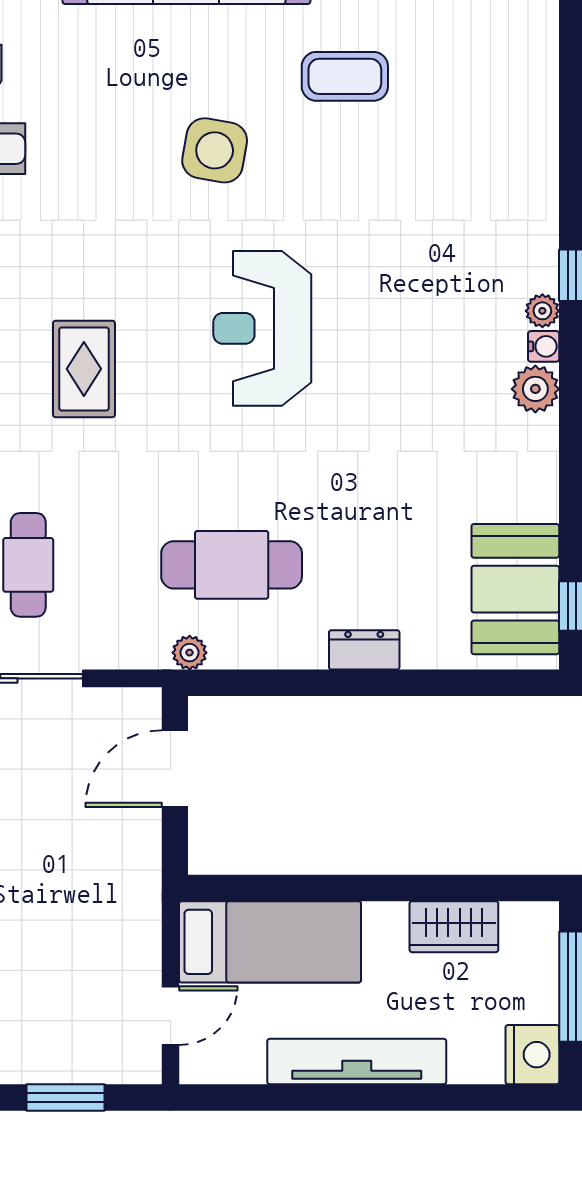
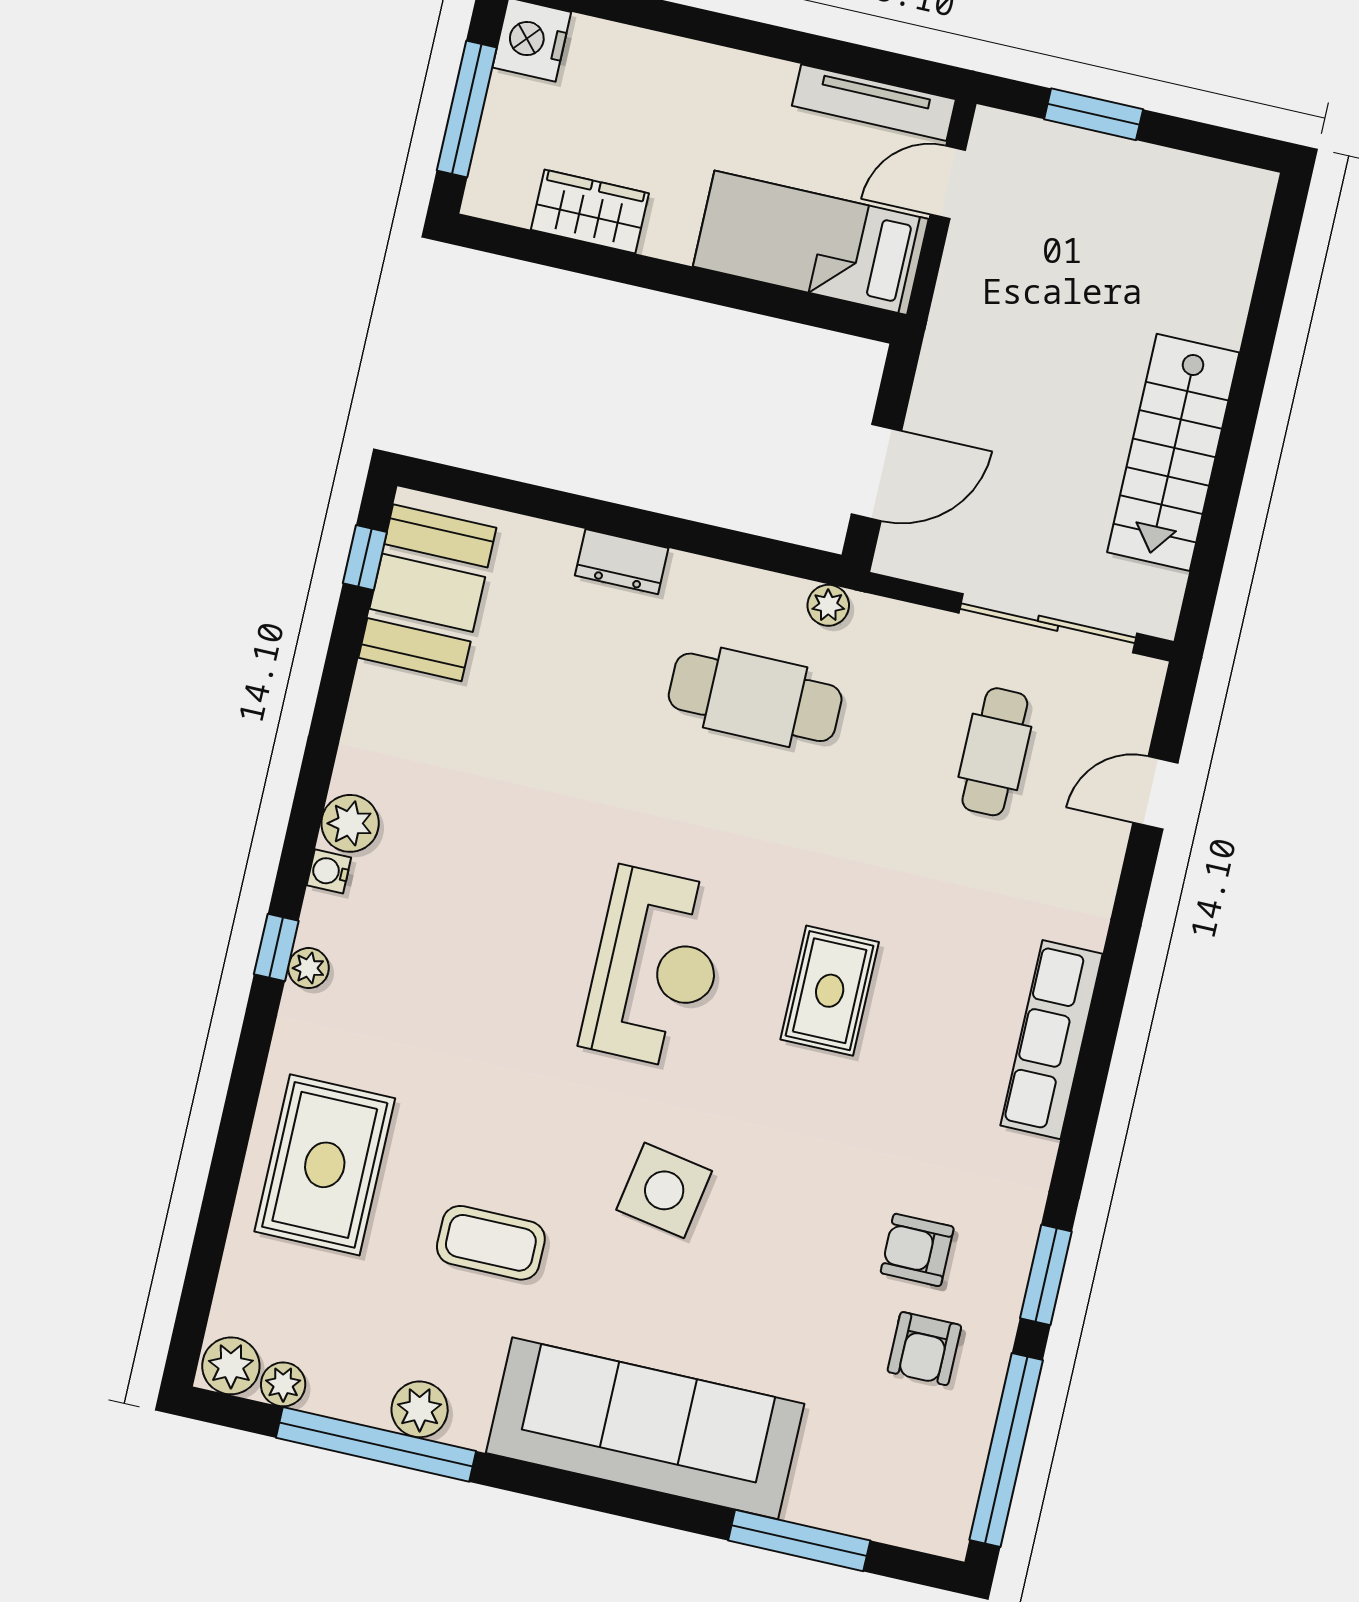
rug: (493, 109) -> (325, 1165), added
plant: (542, 311) -> (309, 968), moved
rug: (84, 369) -> (830, 991), moved
tv unit: (357, 1061) -> (874, 103), moved, width x0.73, depth x0.78

